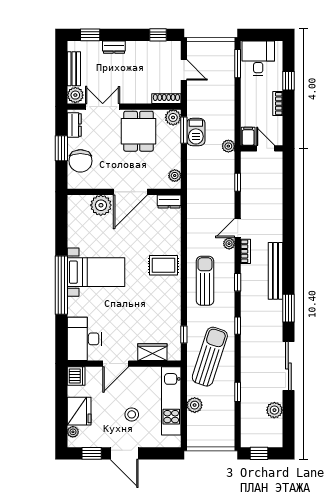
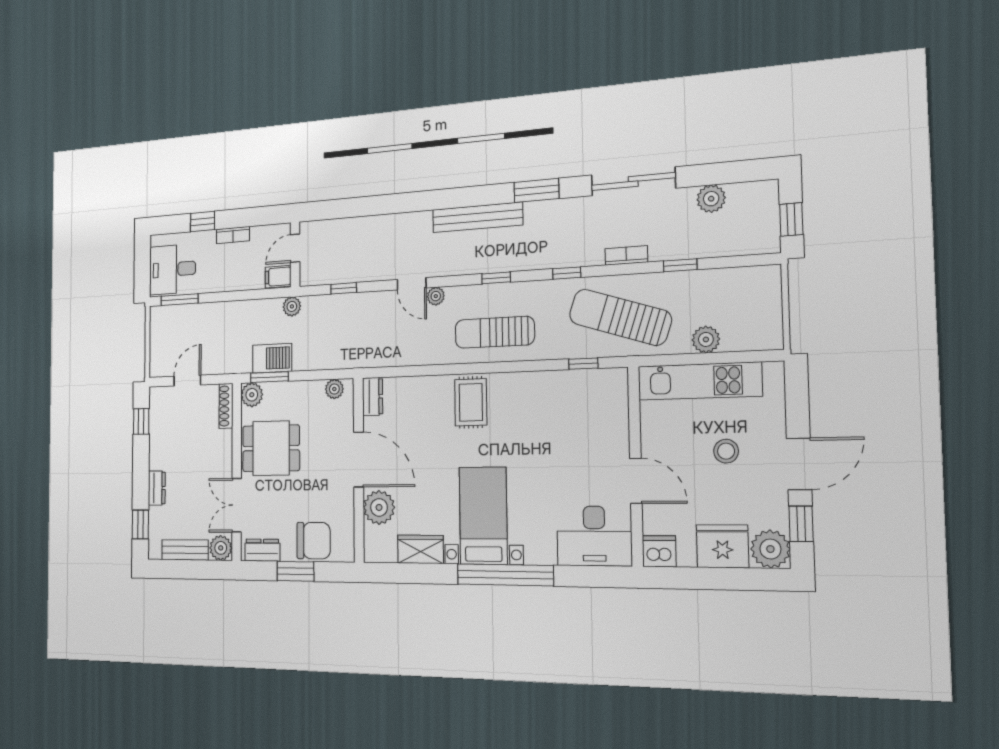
bookcase: (246, 251) -> (626, 255), moved
wardrobe: (152, 352) -> (420, 549), moved, turned 90
plant: (73, 432) -> (770, 549), width x1.88, depth x1.88

